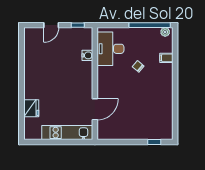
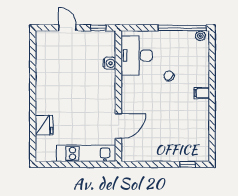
door: (51, 25) -> (67, 28), swing flipped
filing cabinet: (166, 58) -> (202, 93), moved

